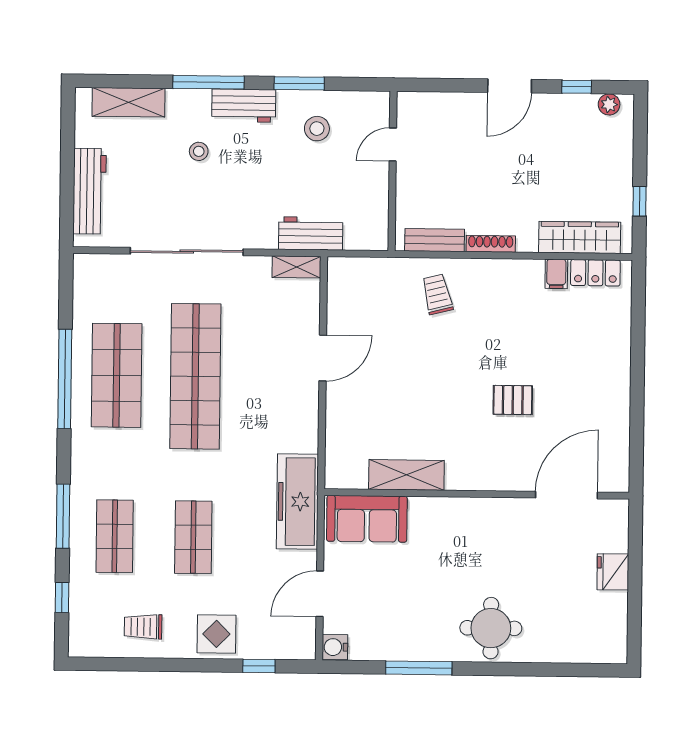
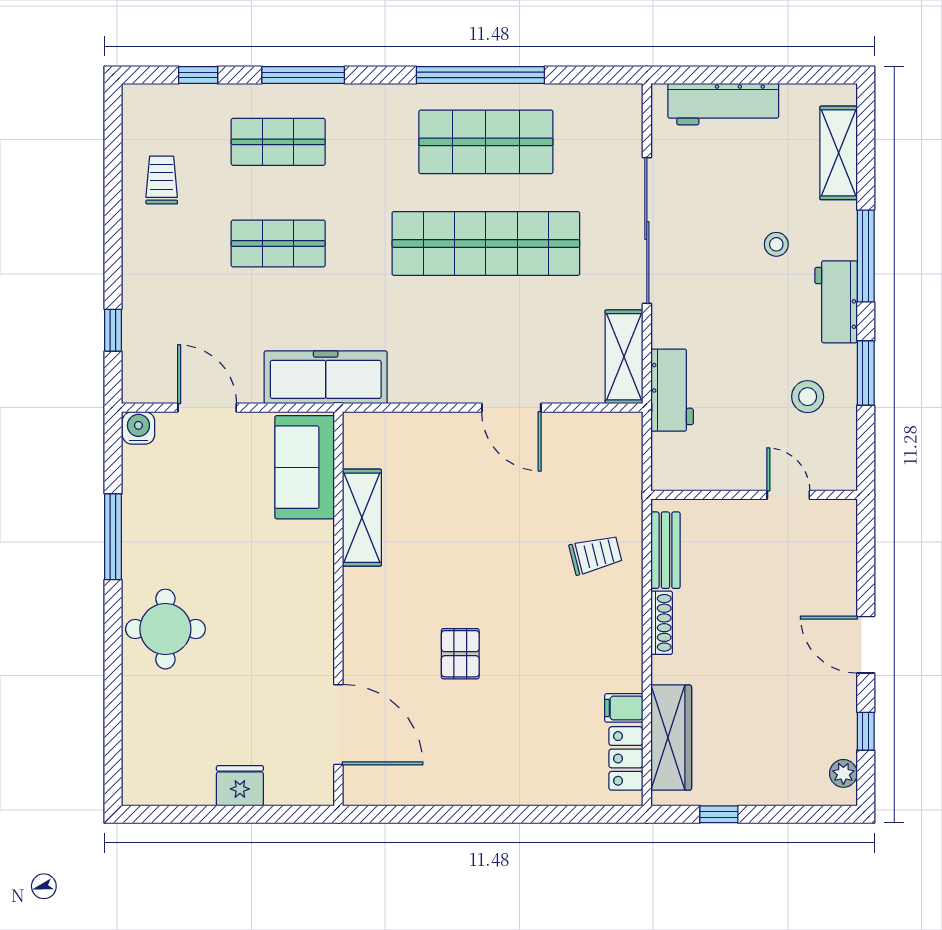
shelving: (296, 267) -> (624, 357), width x1.50, depth x1.33
display table: (216, 634) -> (154, 275), removed

